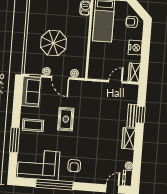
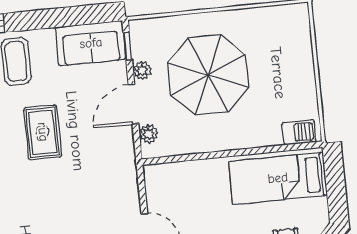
parasol: (54, 43) -> (208, 75), width x1.36, depth x1.36
rug: (66, 119) -> (43, 132), turned 90

